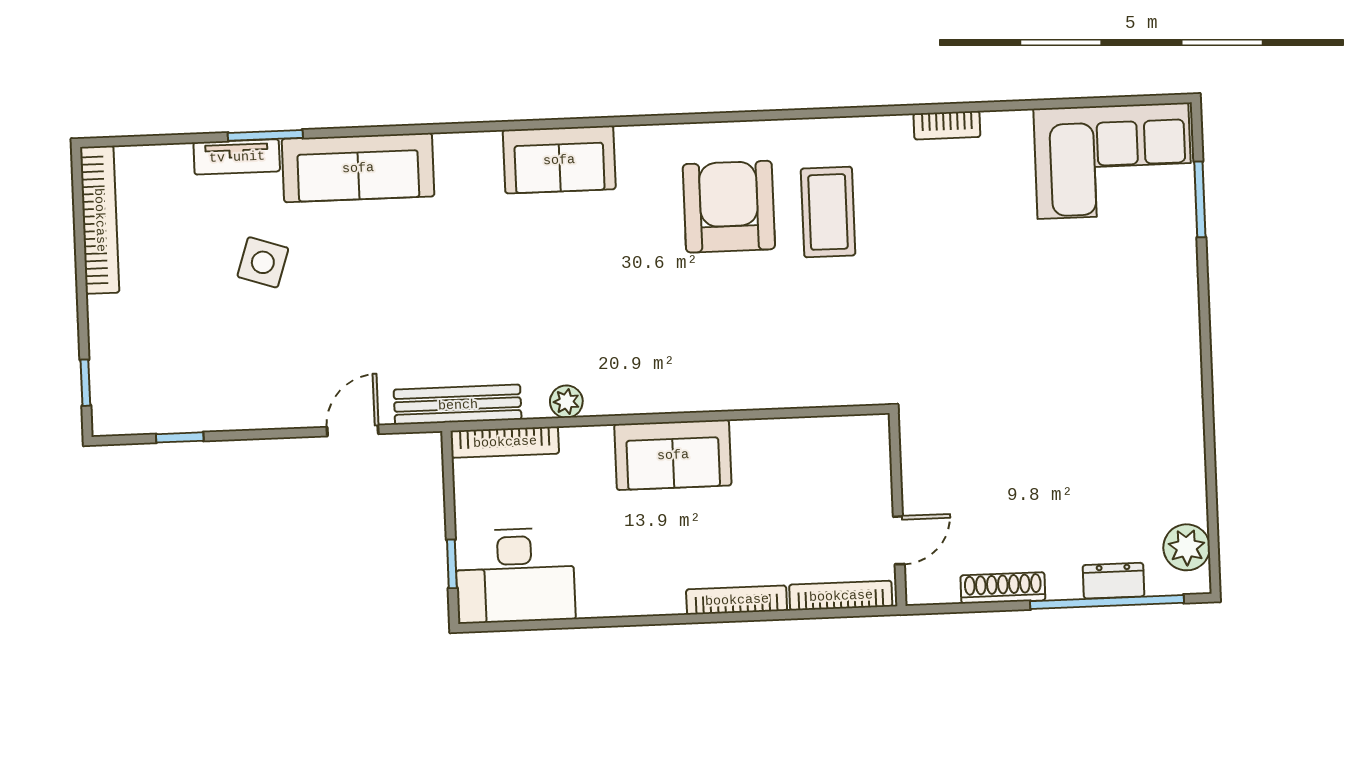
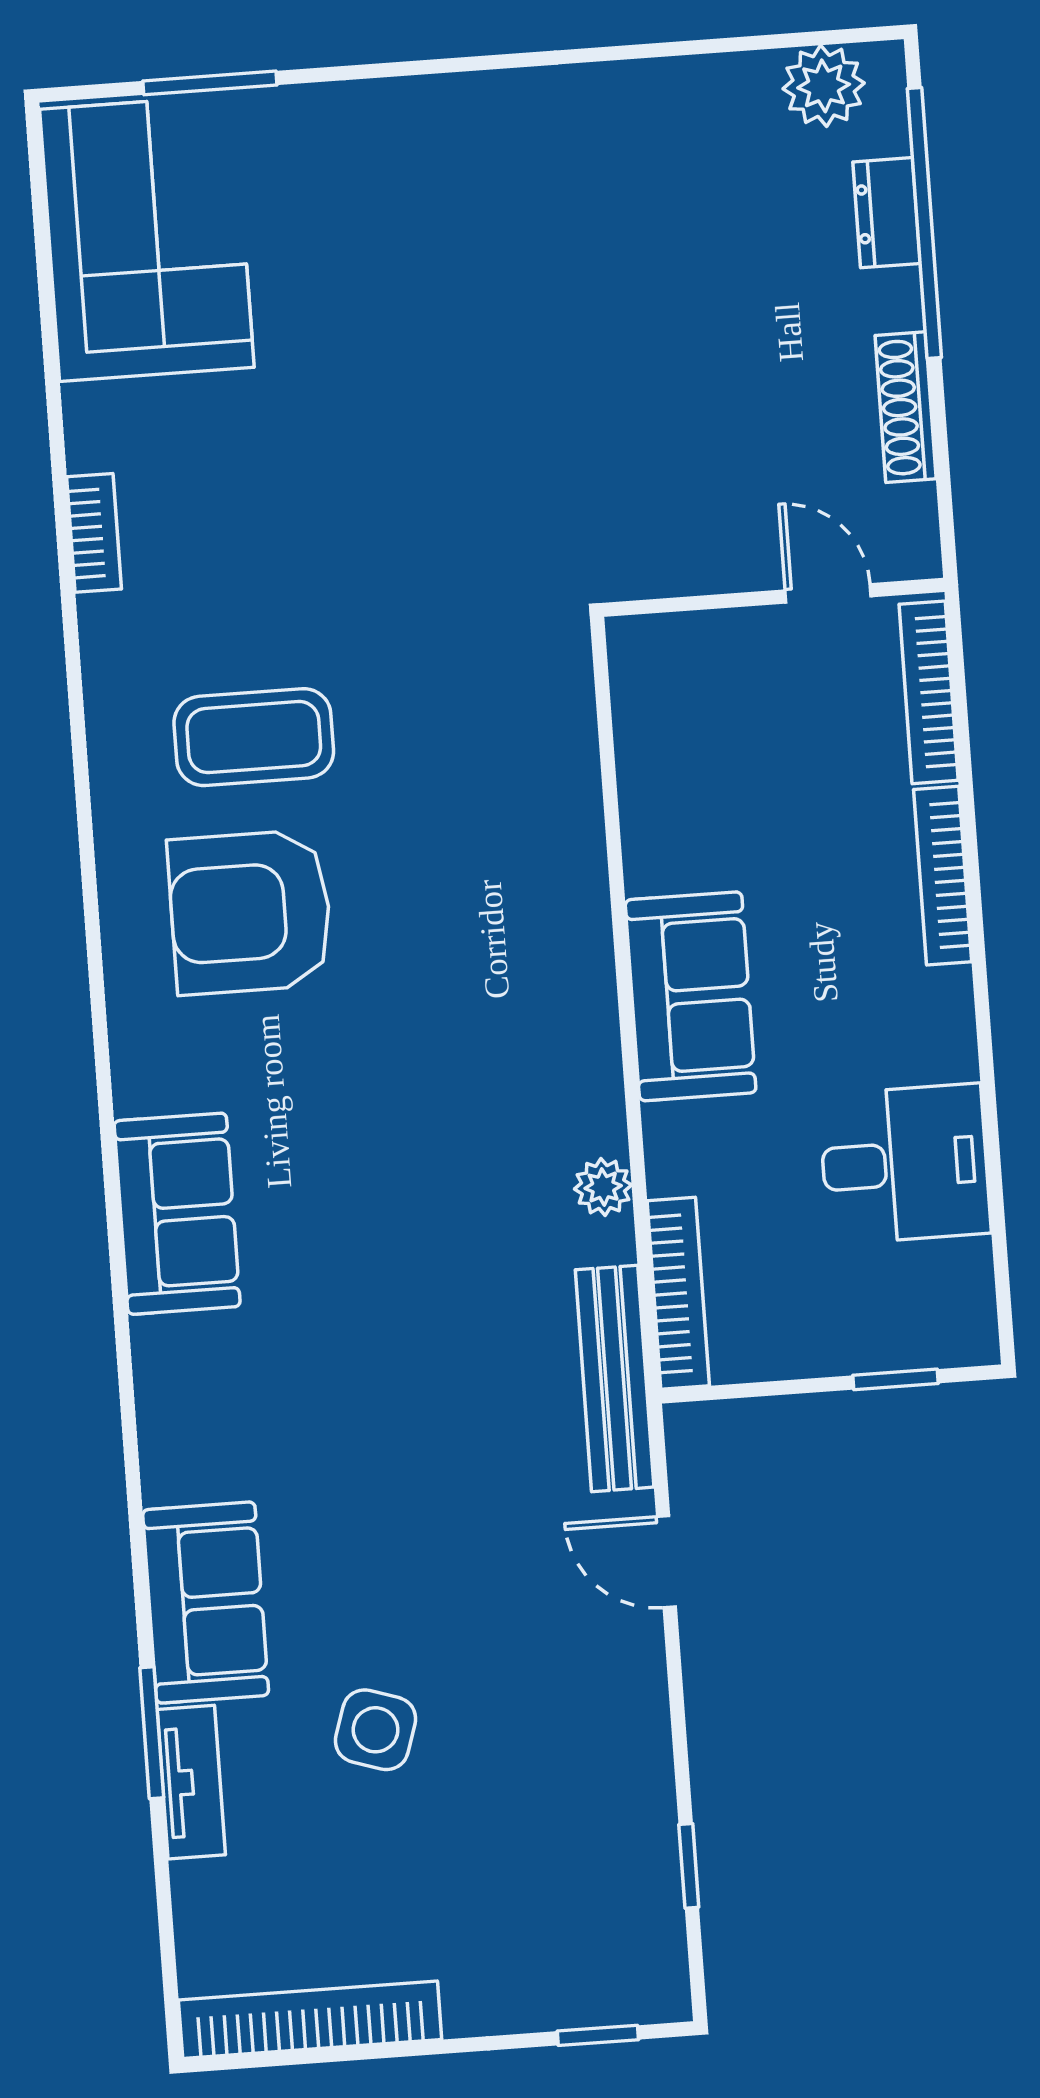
sofa: (358, 168) -> (206, 1603), width x0.73
desk: (515, 575) -> (905, 1164), moved, width x0.73

